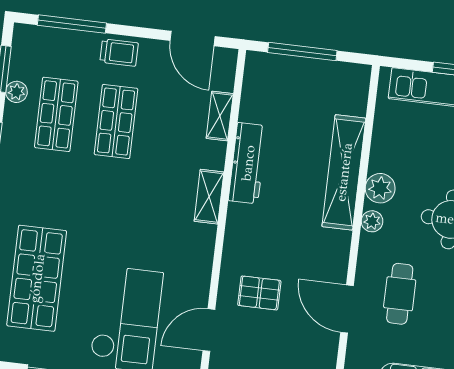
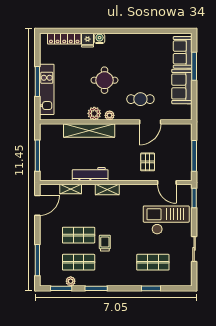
trolley: (119, 53) -> (105, 243), moved
shop shelf: (37, 278) -> (153, 262), width x0.70, depth x0.74

